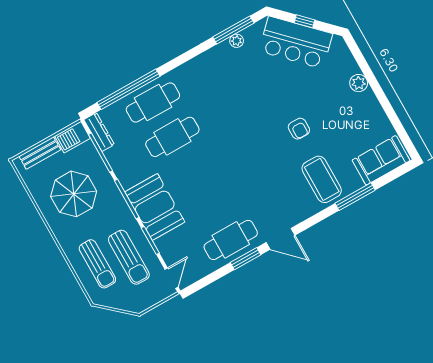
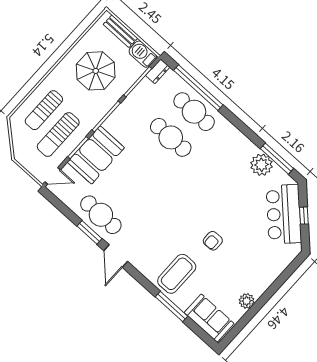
plant: (237, 41) -> (261, 165), width x1.87, depth x1.87
plant: (359, 83) -> (247, 301), moved
dresser: (99, 132) -> (158, 71), width x0.70
booth: (155, 207) -> (96, 155), moved

